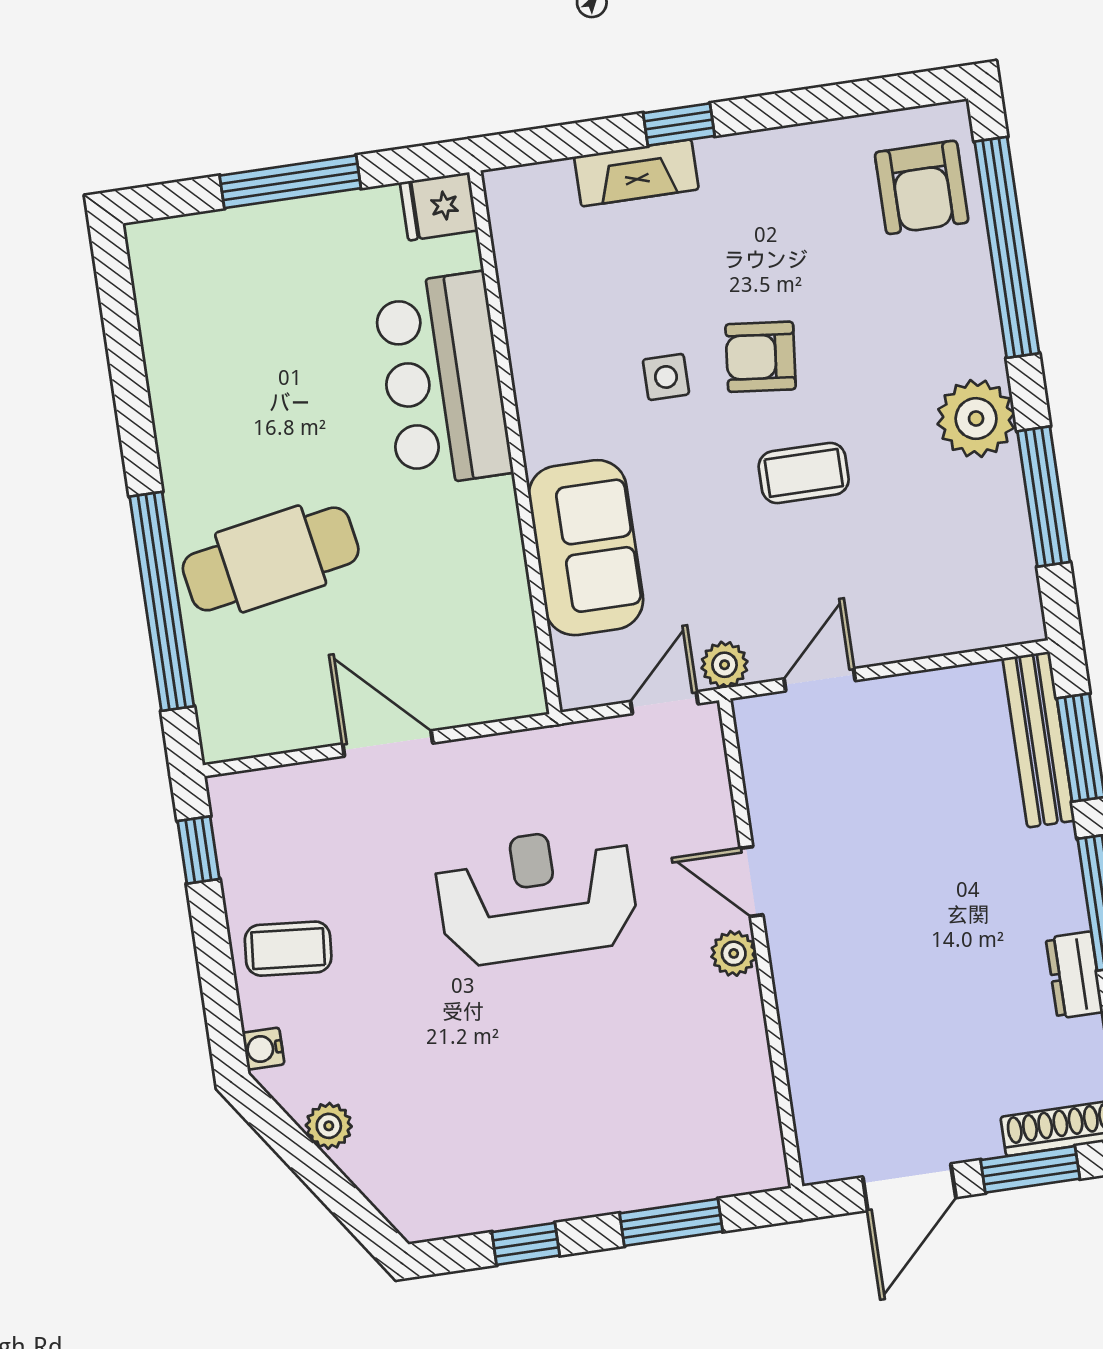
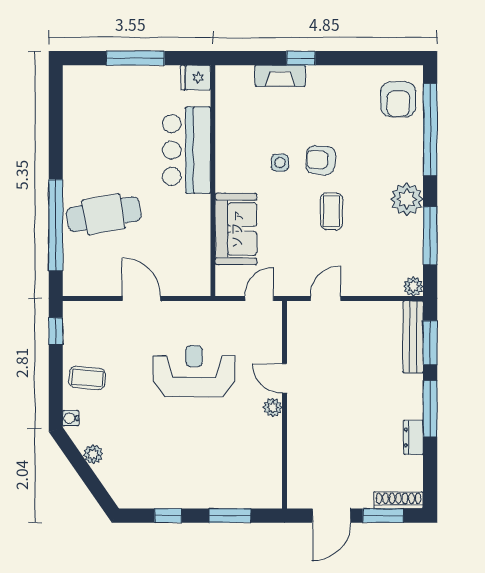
coffee table: (804, 473) -> (331, 211), turned 90
plant: (725, 665) -> (413, 286), moved

